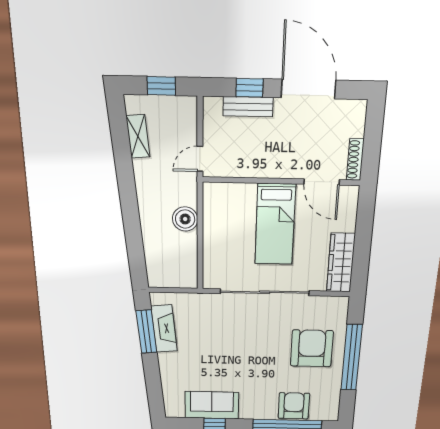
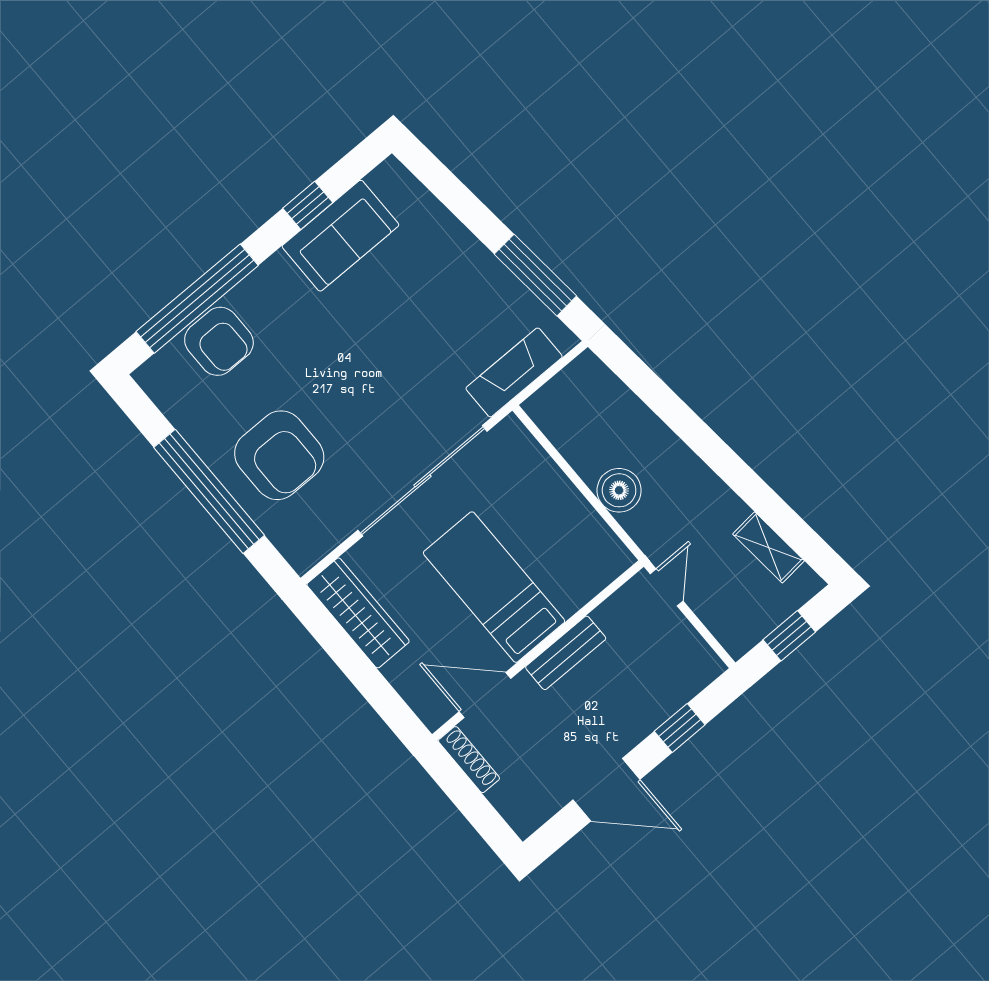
door: (308, 89) -> (606, 790), width x0.73
bench: (248, 107) -> (566, 653), moved
fireplace: (164, 329) -> (514, 372), moved, turned 95

